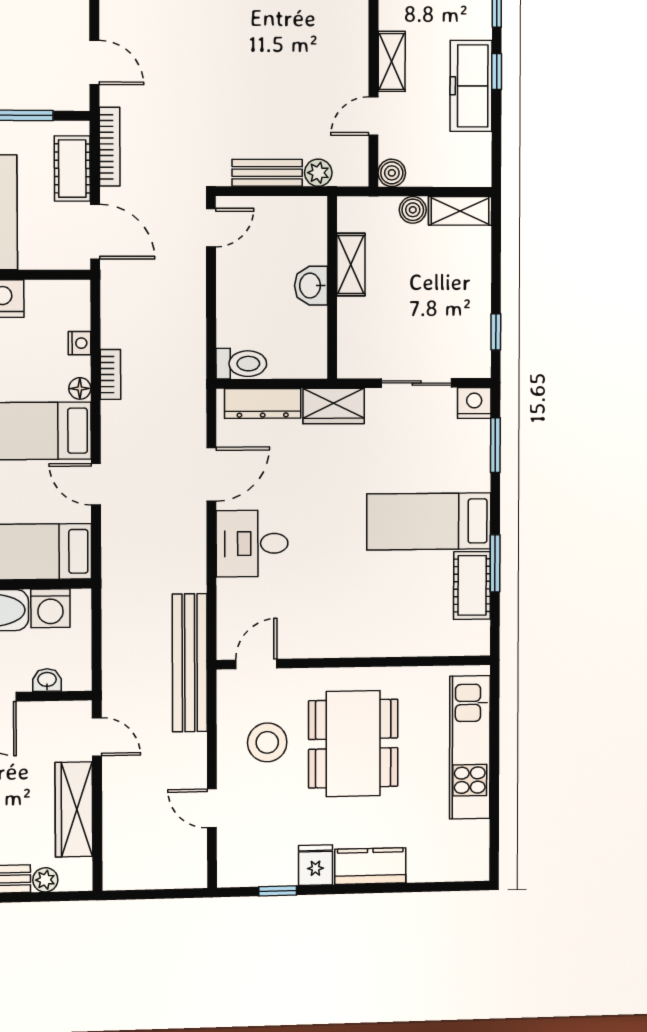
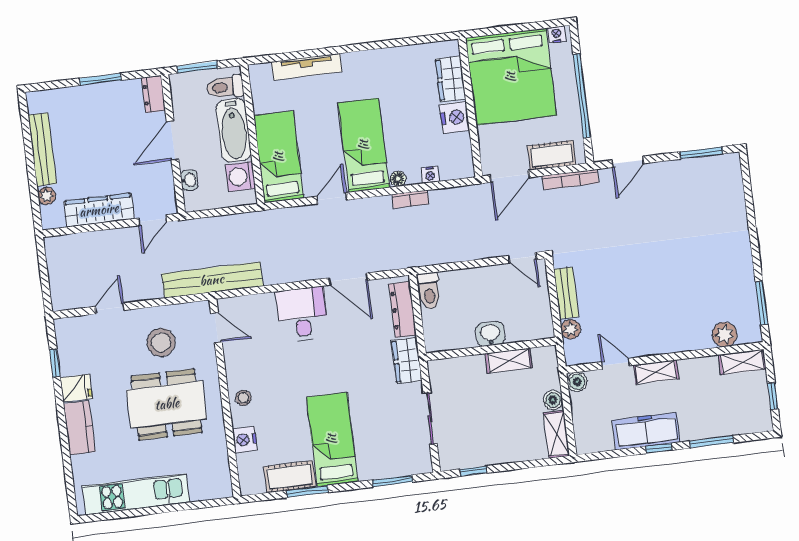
nightstand: (474, 403) -> (245, 440), moved, turned 180
stool: (357, 637) -> (243, 398), added
kitchen unit: (470, 747) -> (136, 494), moved

